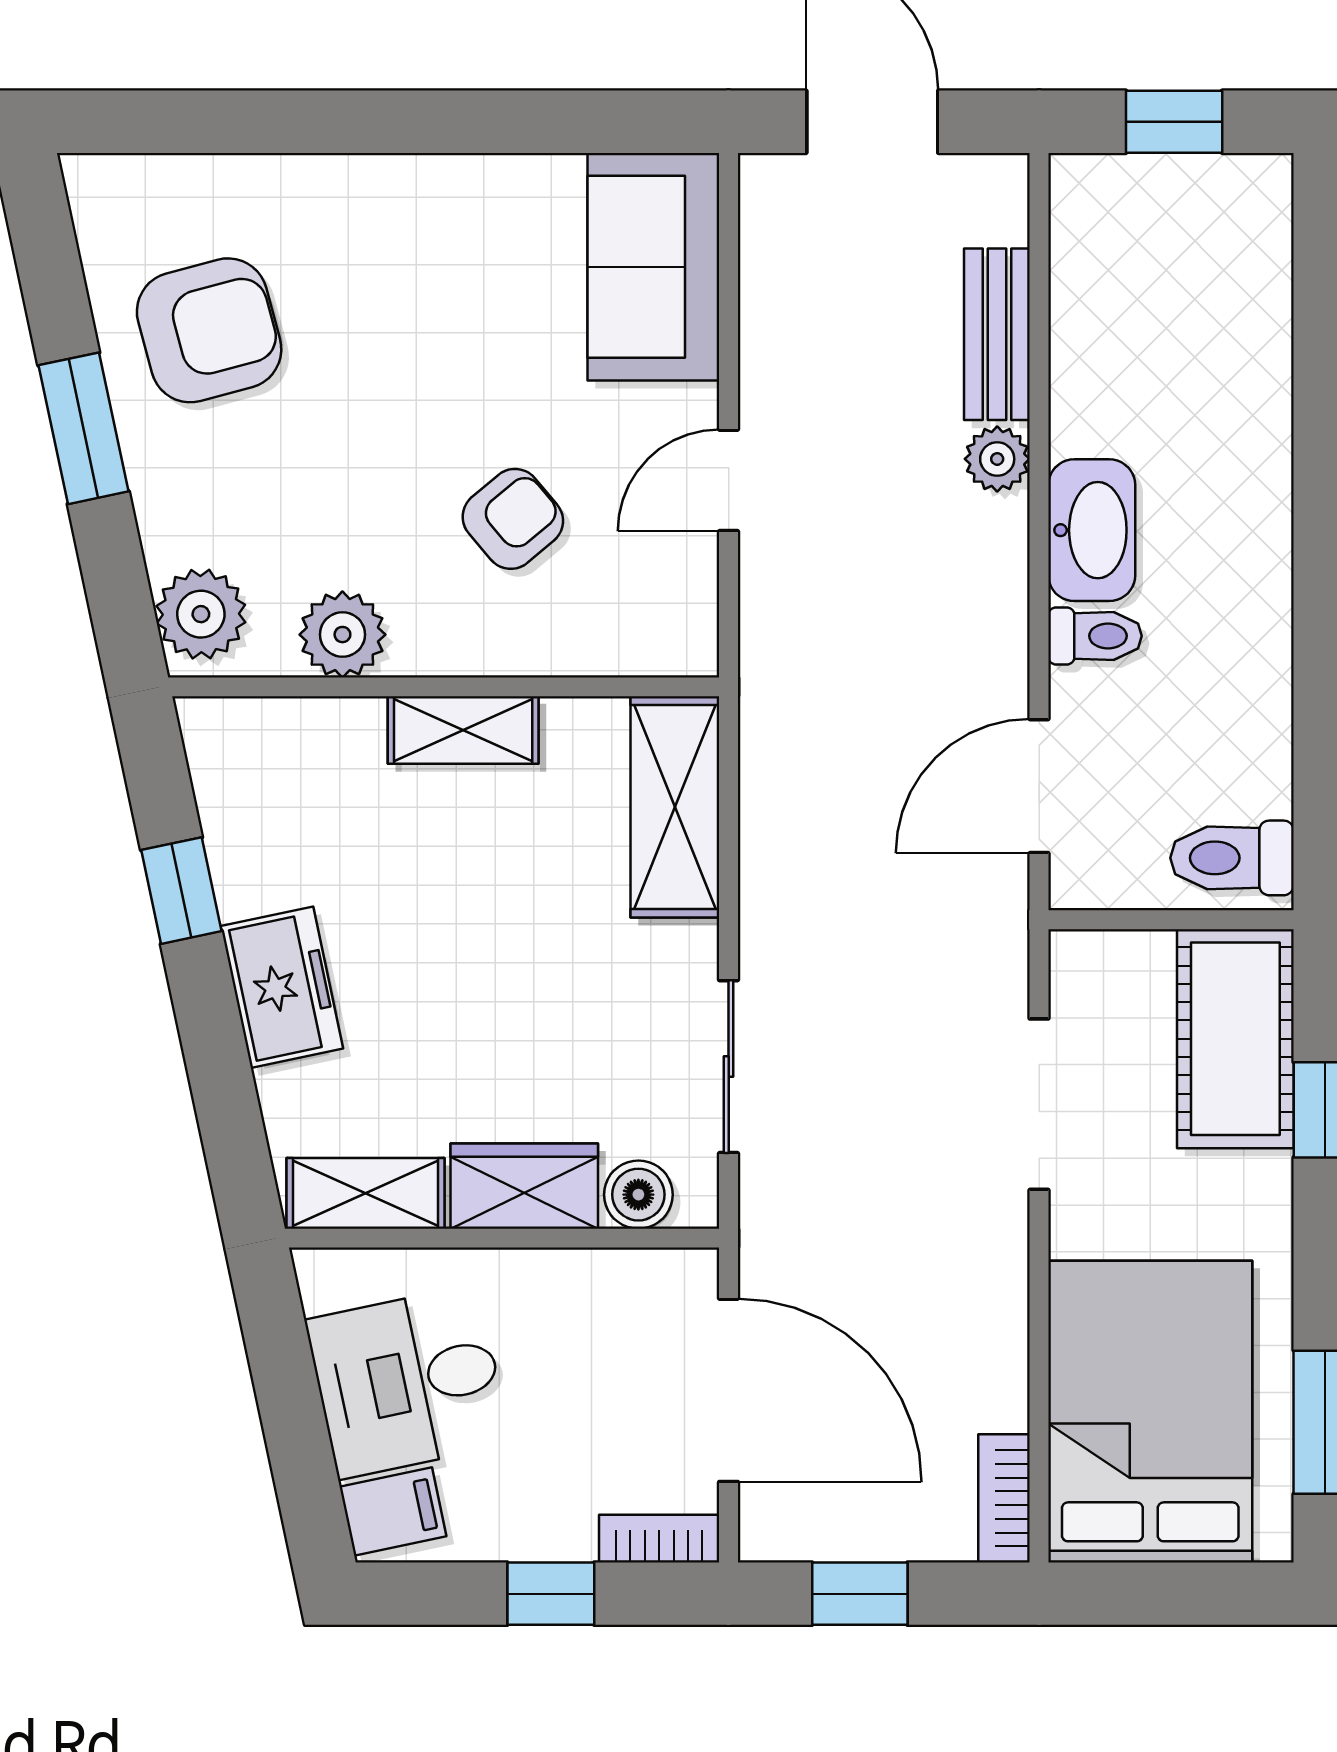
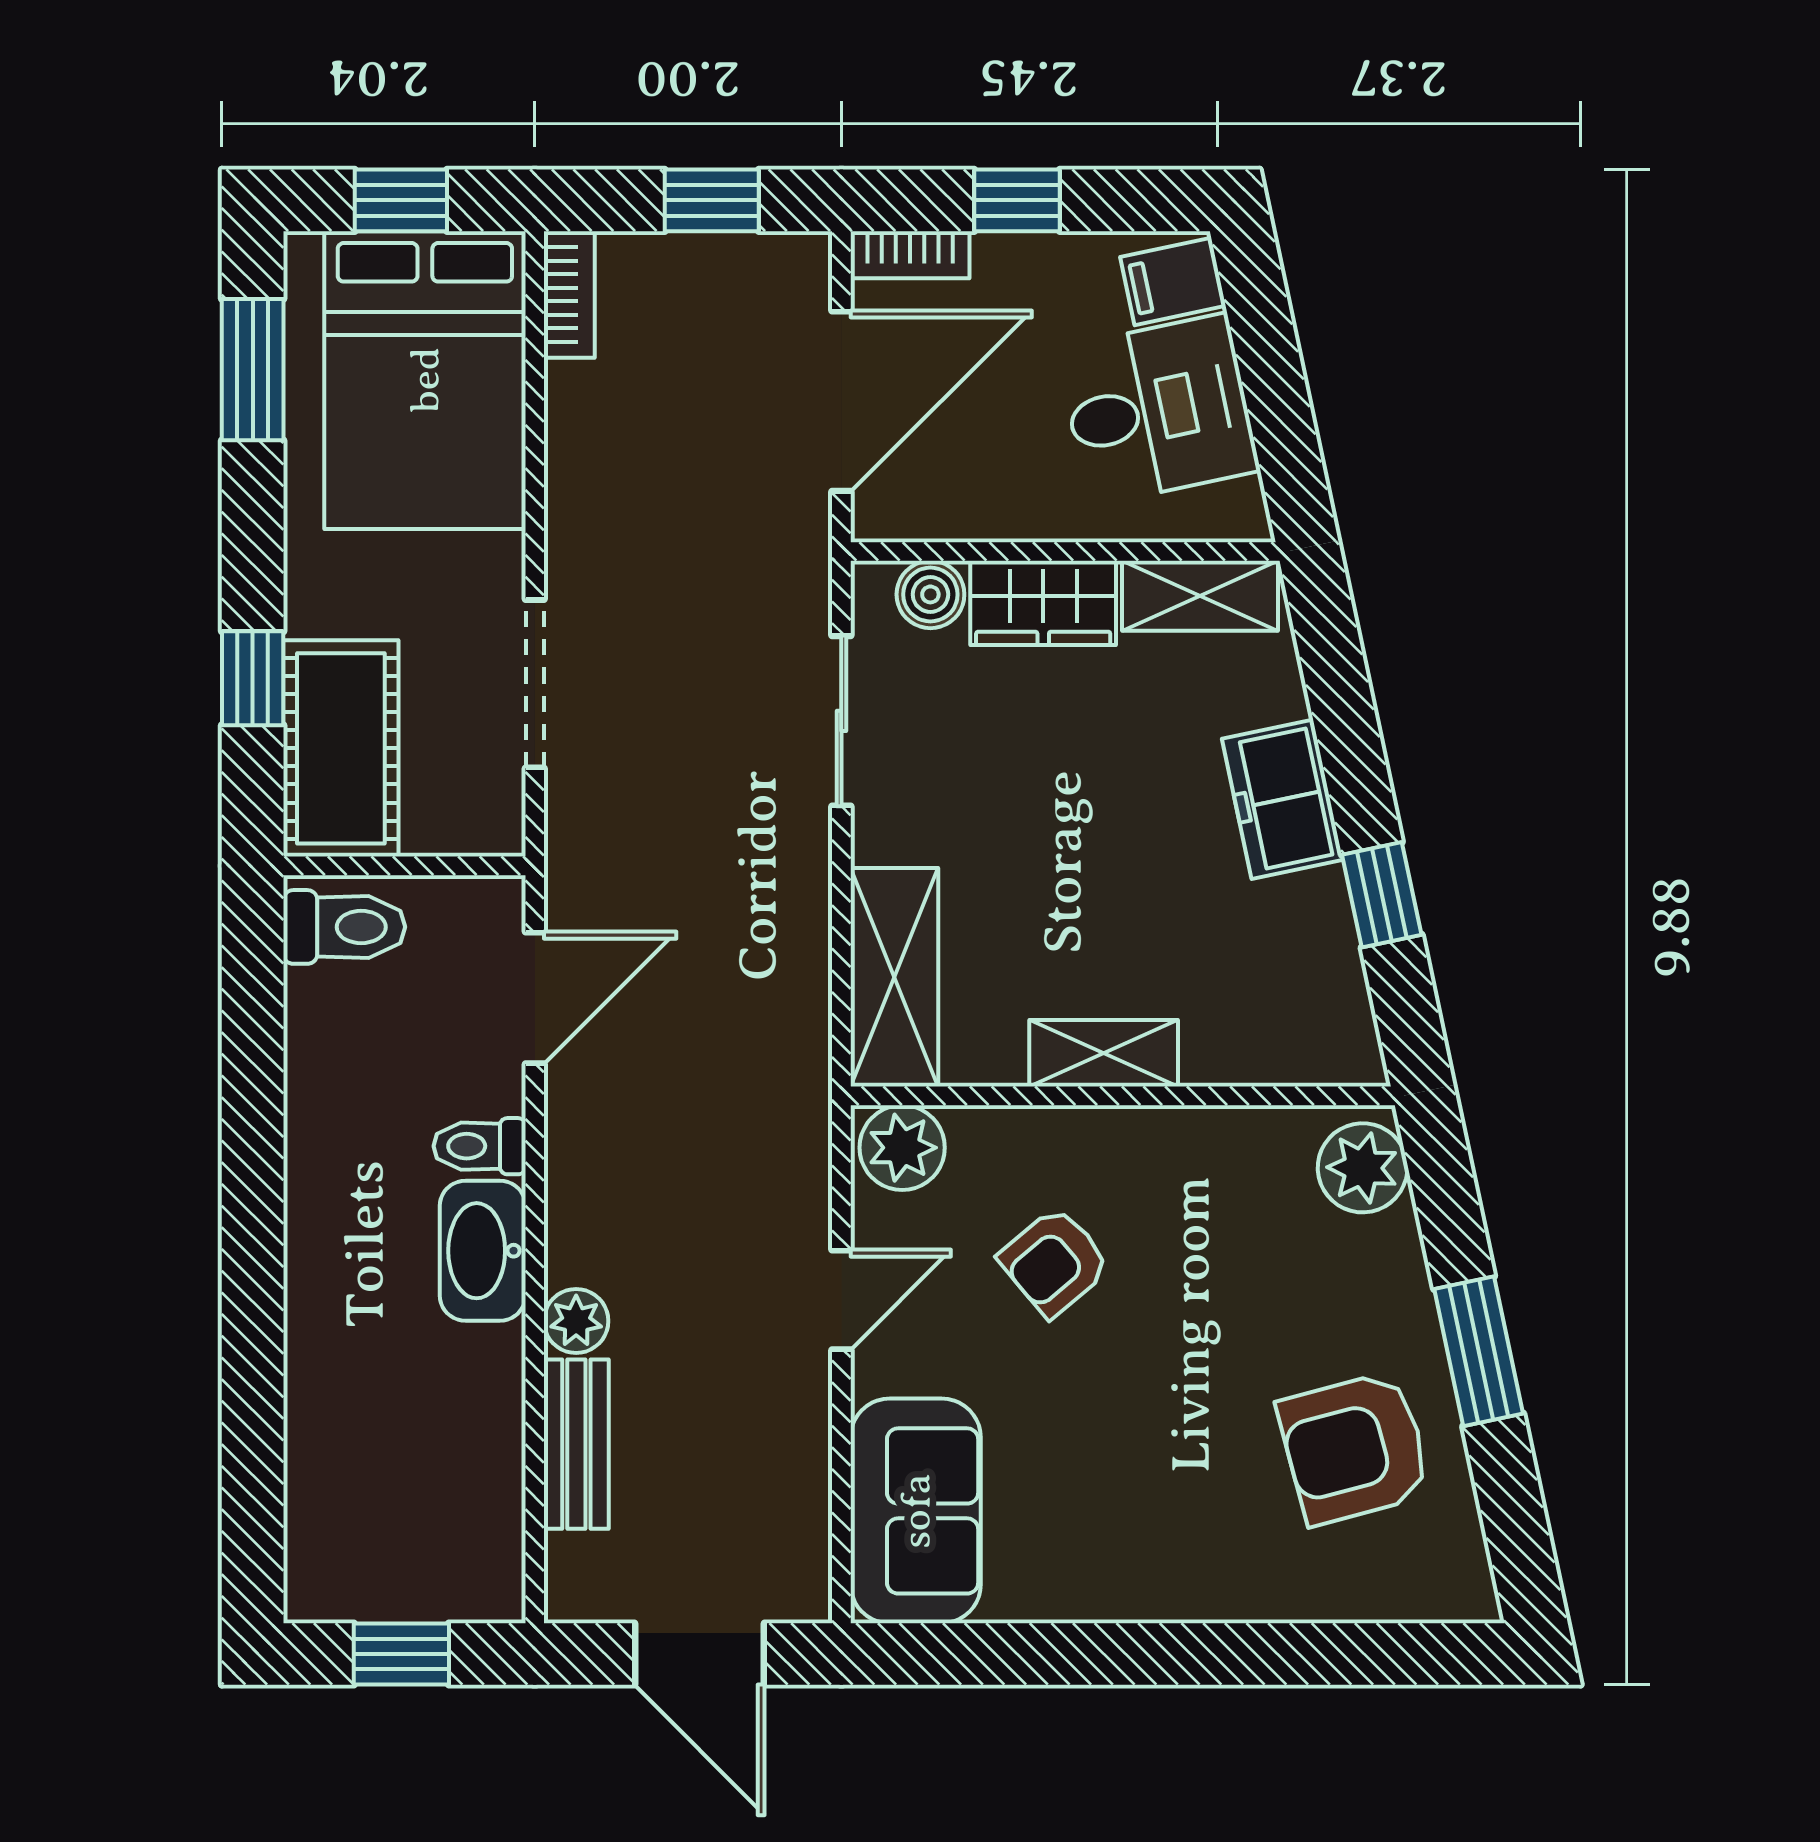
plant: (342, 635) -> (902, 1148), moved
door: (729, 1390) -> (841, 401), swing flipped
window: (1175, 1594) -> (401, 200), added

